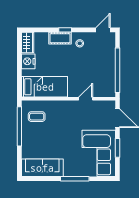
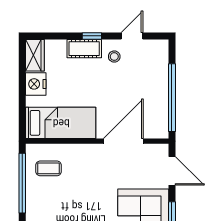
door: (103, 30) -> (132, 36), moved
door: (86, 99) -> (123, 141), width x1.88

